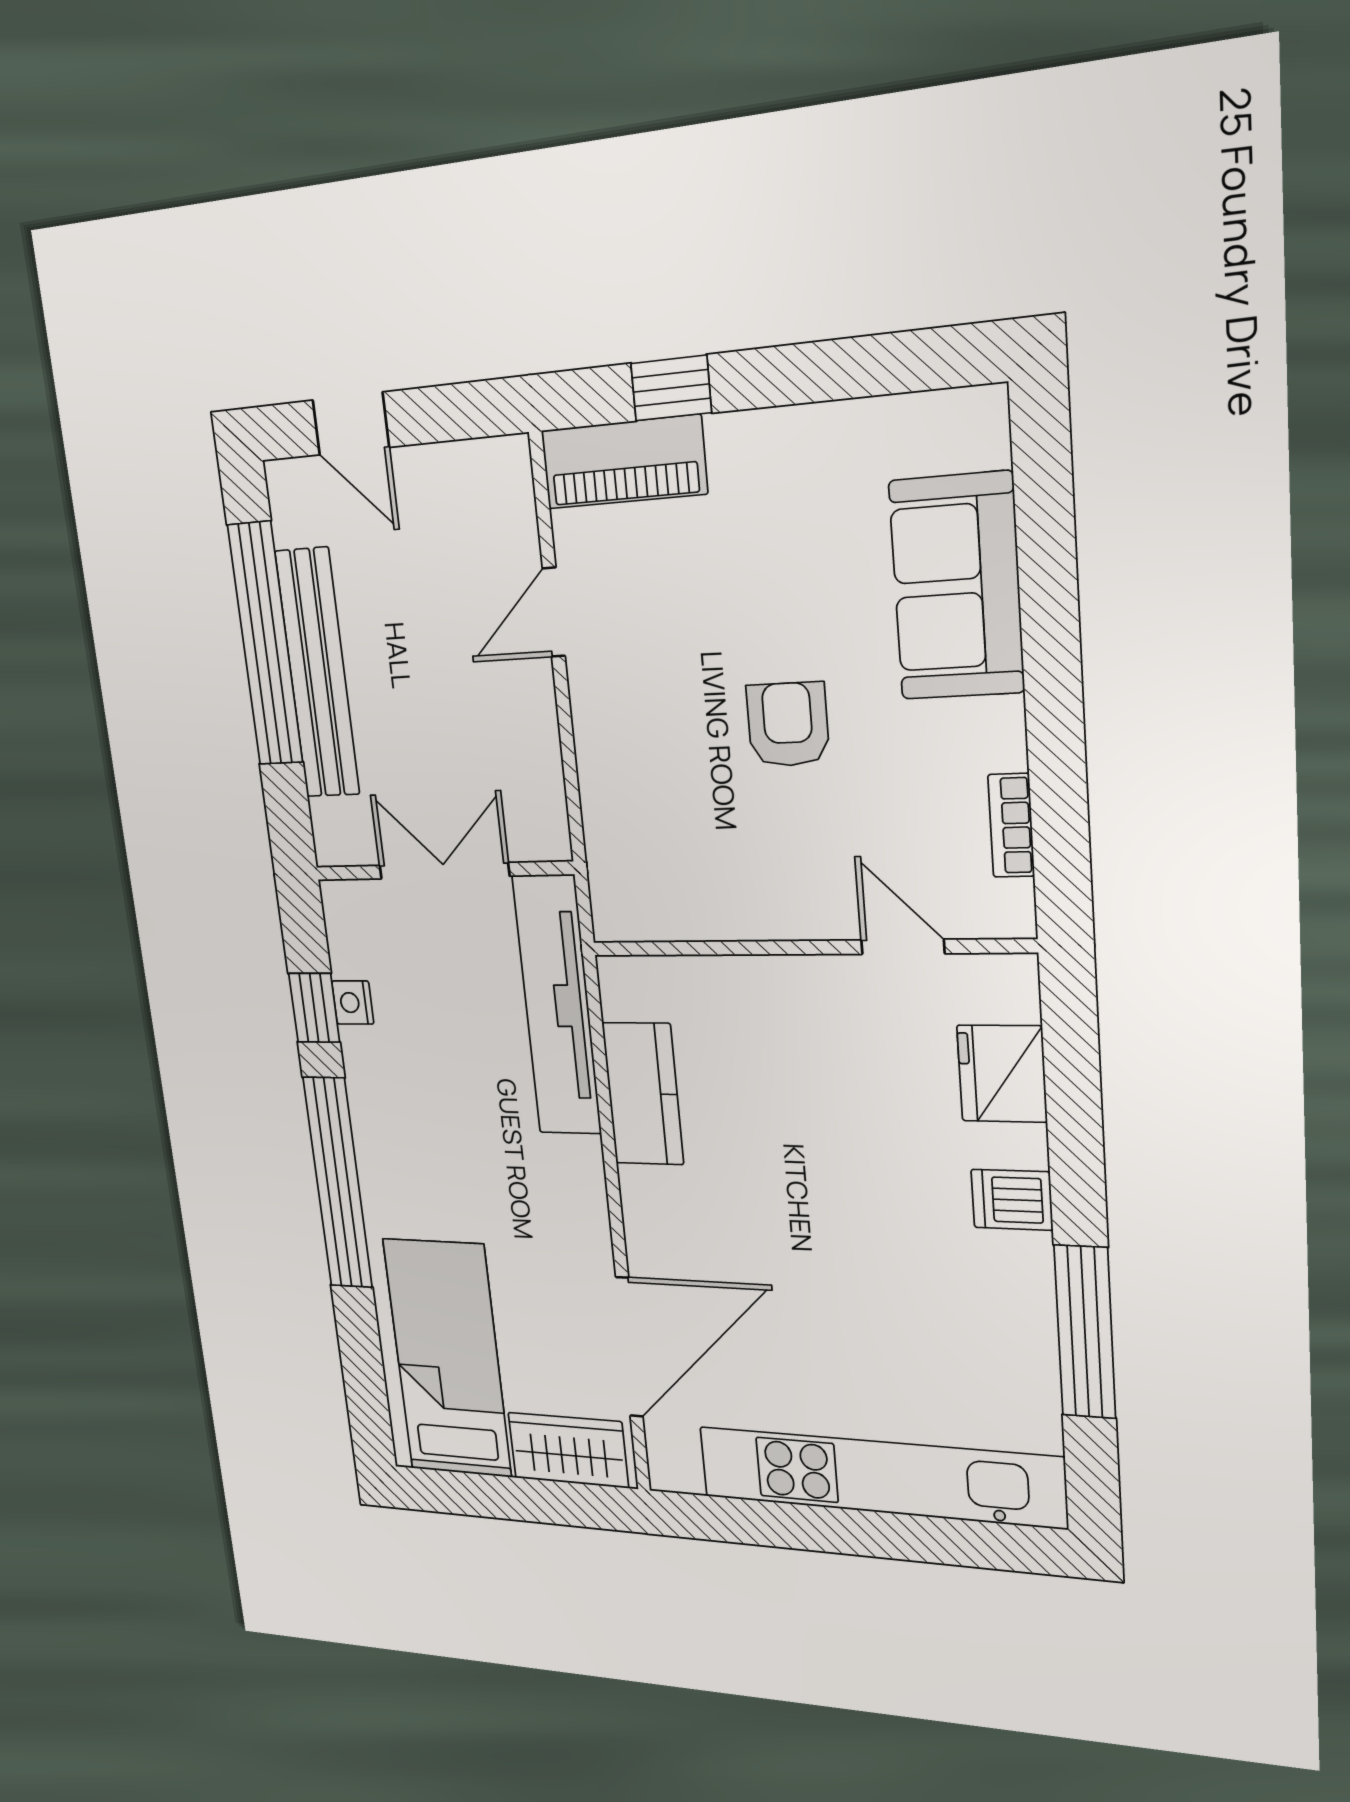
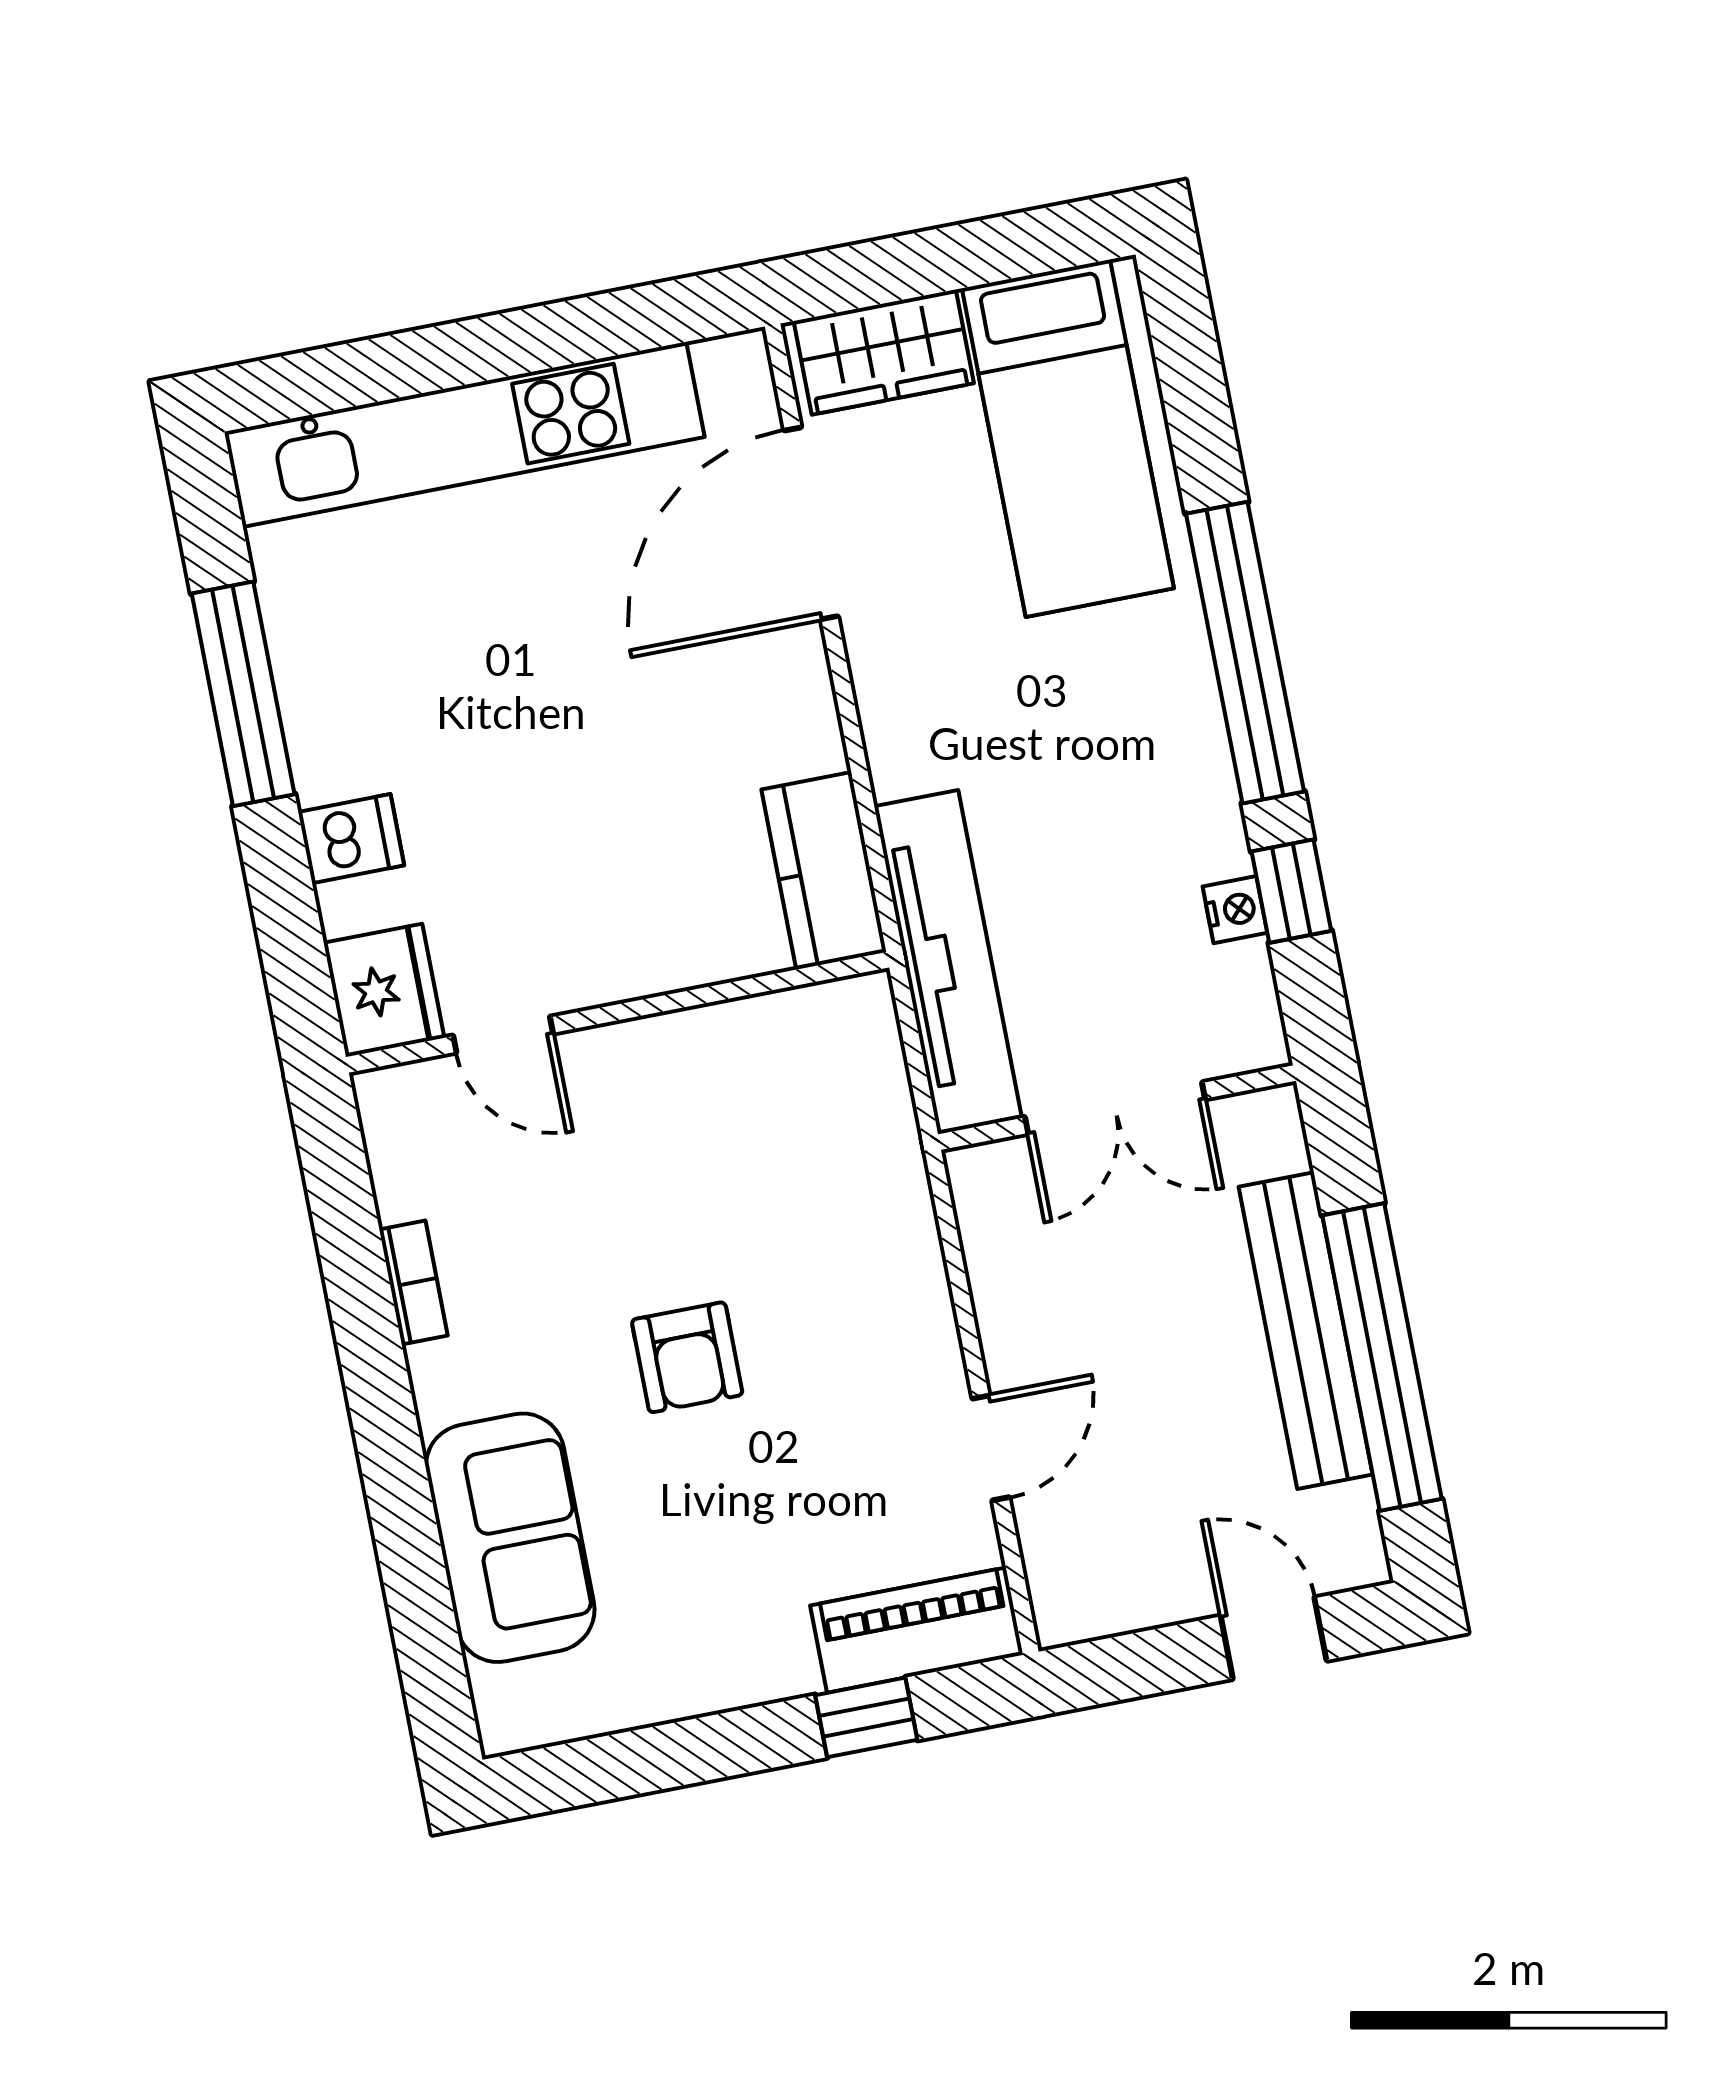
wall: (807, 947) -> (618, 1012), moved
door: (903, 947) -> (503, 1035), moved

